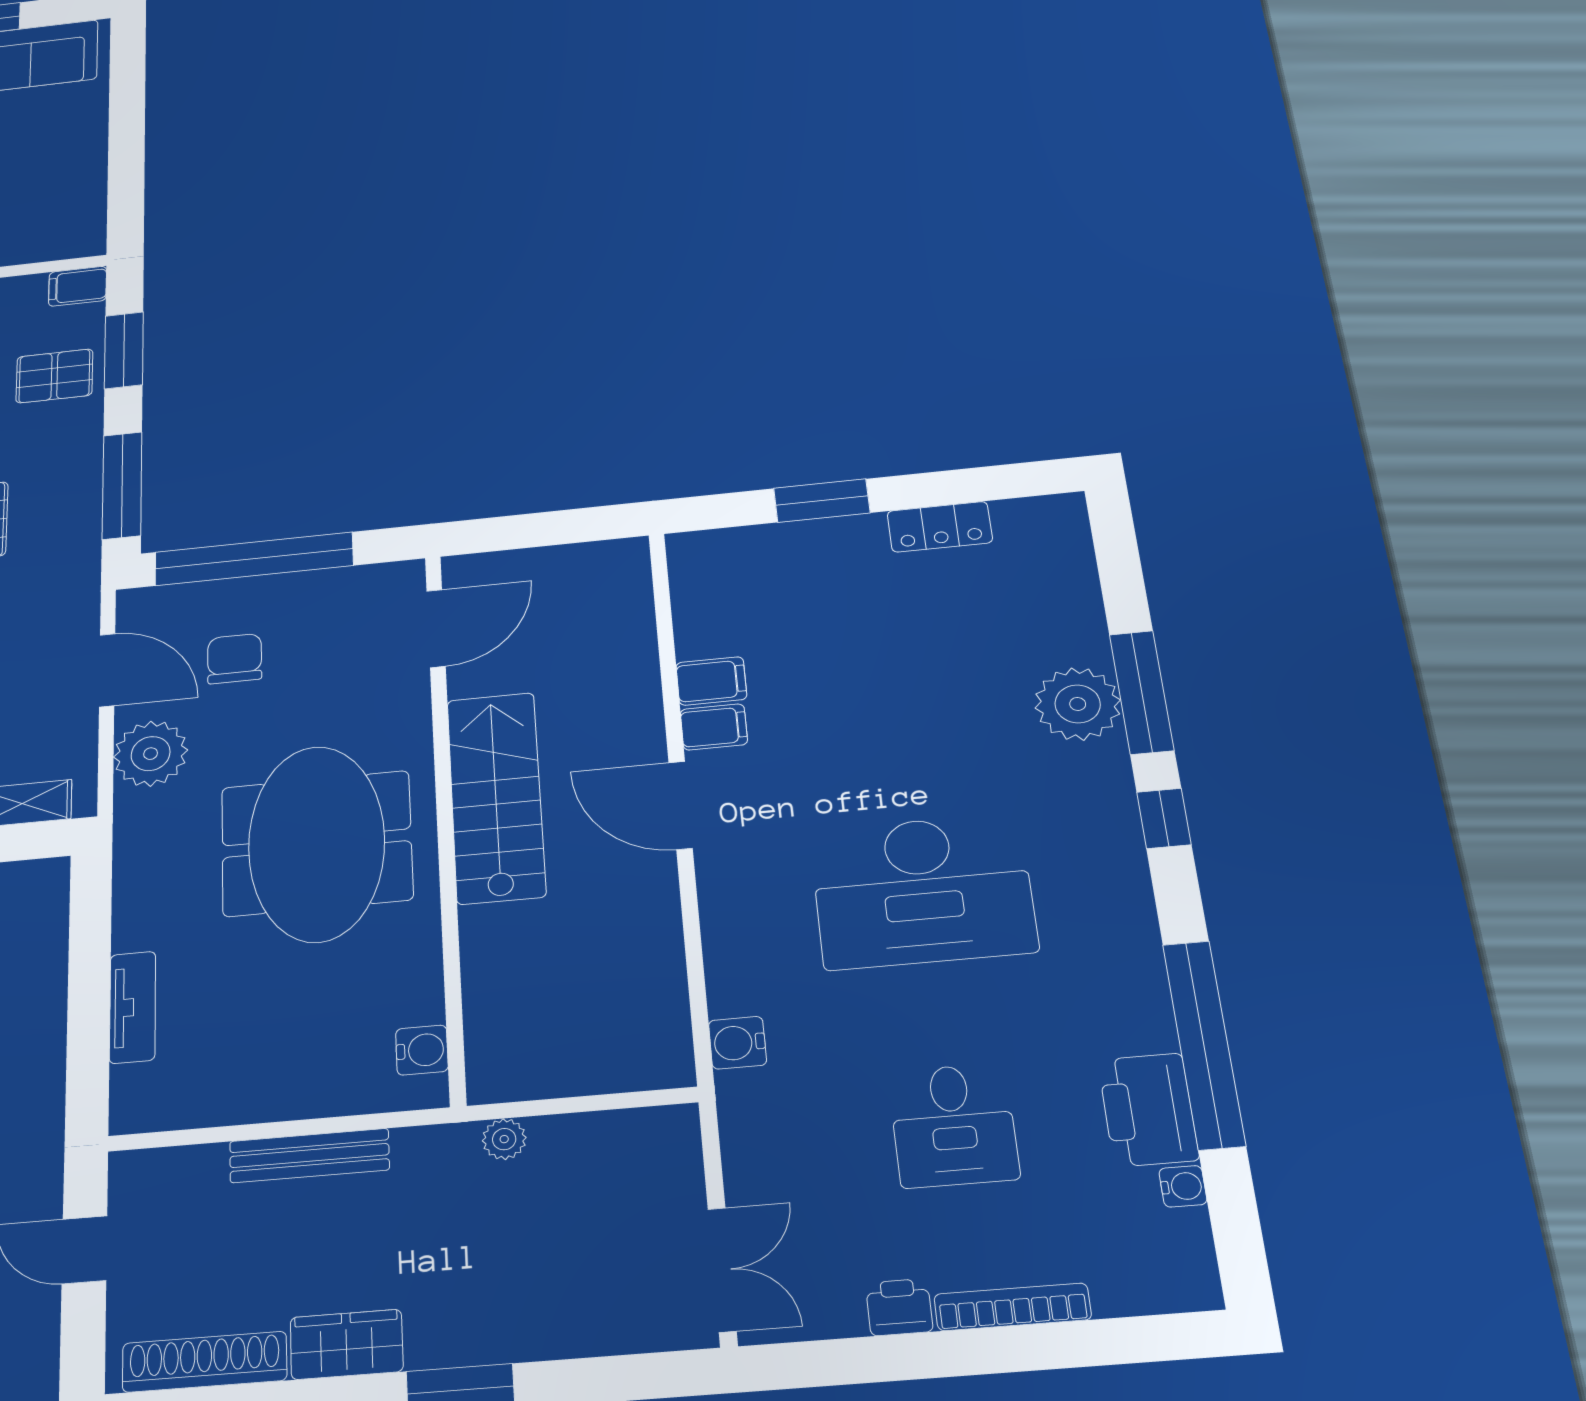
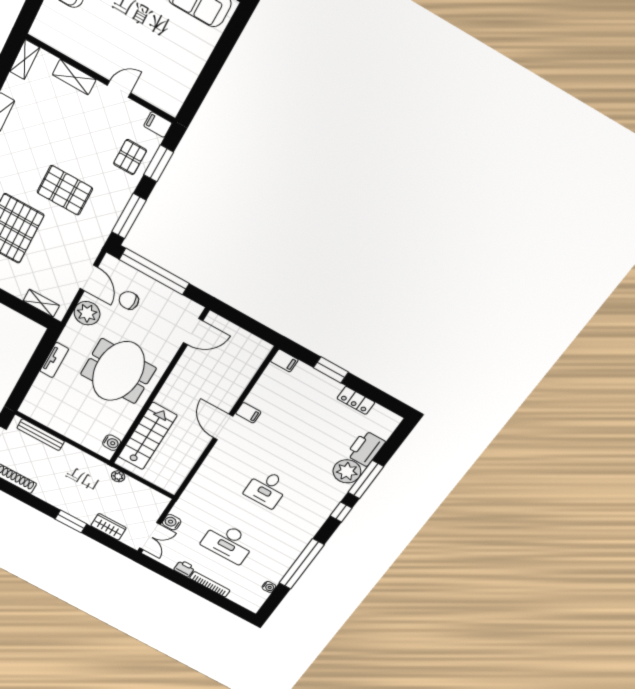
pallet: (54, 376) -> (130, 157), turned 90
chair: (235, 659) -> (129, 300), turned -90
filing cabinet: (711, 681) -> (284, 361), moved
stairs: (496, 797) -> (147, 436), moved
desk: (923, 891) -> (267, 489), width x0.53, depth x0.77
tv unit: (133, 1007) -> (54, 360), moved
water cooler: (738, 1043) -> (172, 522), moved
printer: (1148, 1110) -> (365, 448), moved
desk: (953, 1125) -> (228, 542), width x1.37
bench: (309, 1156) -> (41, 435), moved
wardrobe: (347, 1344) -> (109, 527), moved

